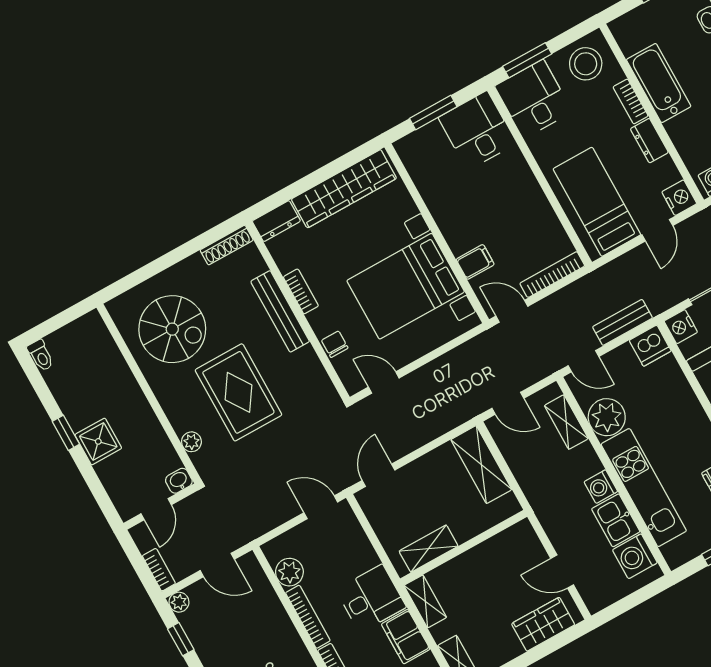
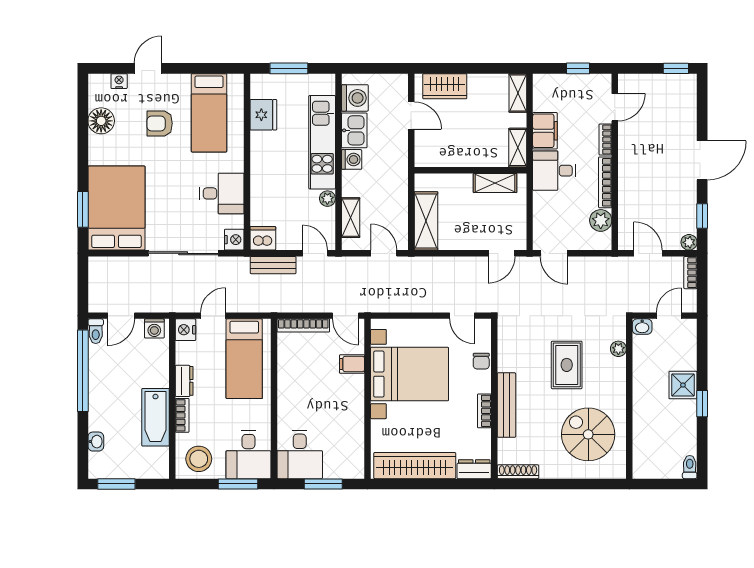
rug: (238, 392) -> (567, 365), width x0.73, depth x0.70
plant: (607, 417) -> (327, 199), width x0.53, depth x0.53

